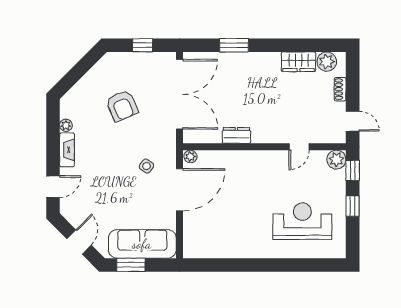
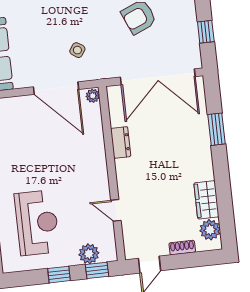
plant: (336, 160) -> (89, 254), moved

